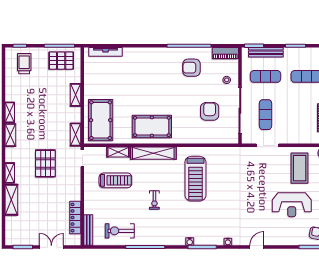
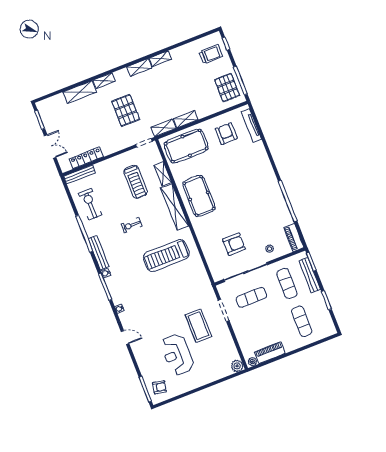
armchair: (192, 68) -> (226, 134), moved
shelving: (76, 95) -> (186, 119), moved
pallet: (45, 163) -> (126, 110), turned 90
coffee table: (300, 168) -> (198, 326), moved, turned 90
bench: (168, 241) -> (99, 253), added

